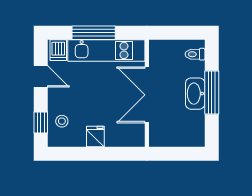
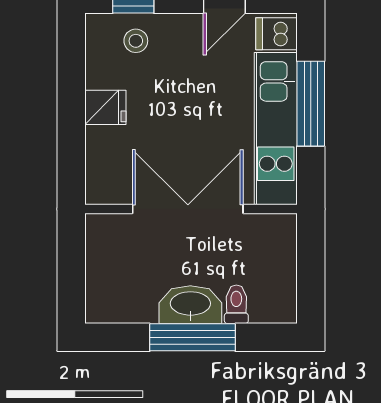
toilet: (195, 54) -> (236, 304), moved

